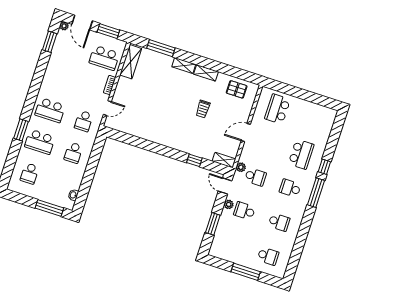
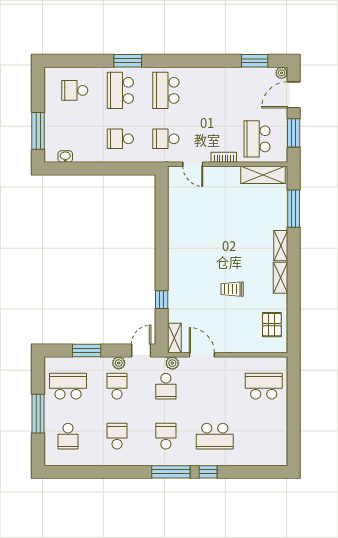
door: (246, 133) -> (202, 355), moved
school desk: (279, 222) -> (117, 436), turned 180
school desk: (233, 245) -> (68, 386), added

